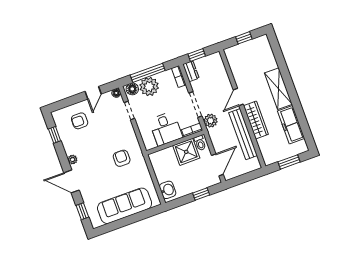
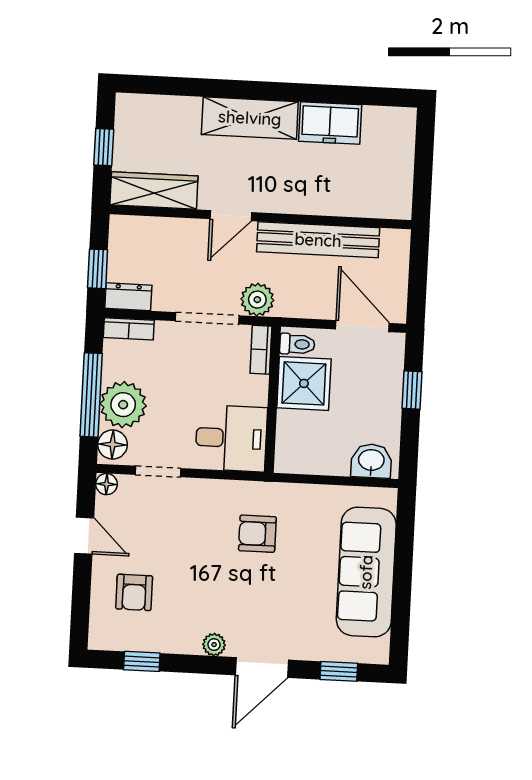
door: (238, 97) -> (231, 216), hinge flipped
wardrobe: (256, 120) -> (154, 190), moved
freezer: (291, 125) -> (330, 123), width x0.71
desk: (166, 129) -> (231, 438), moved
window: (289, 162) -> (424, 163), removed

